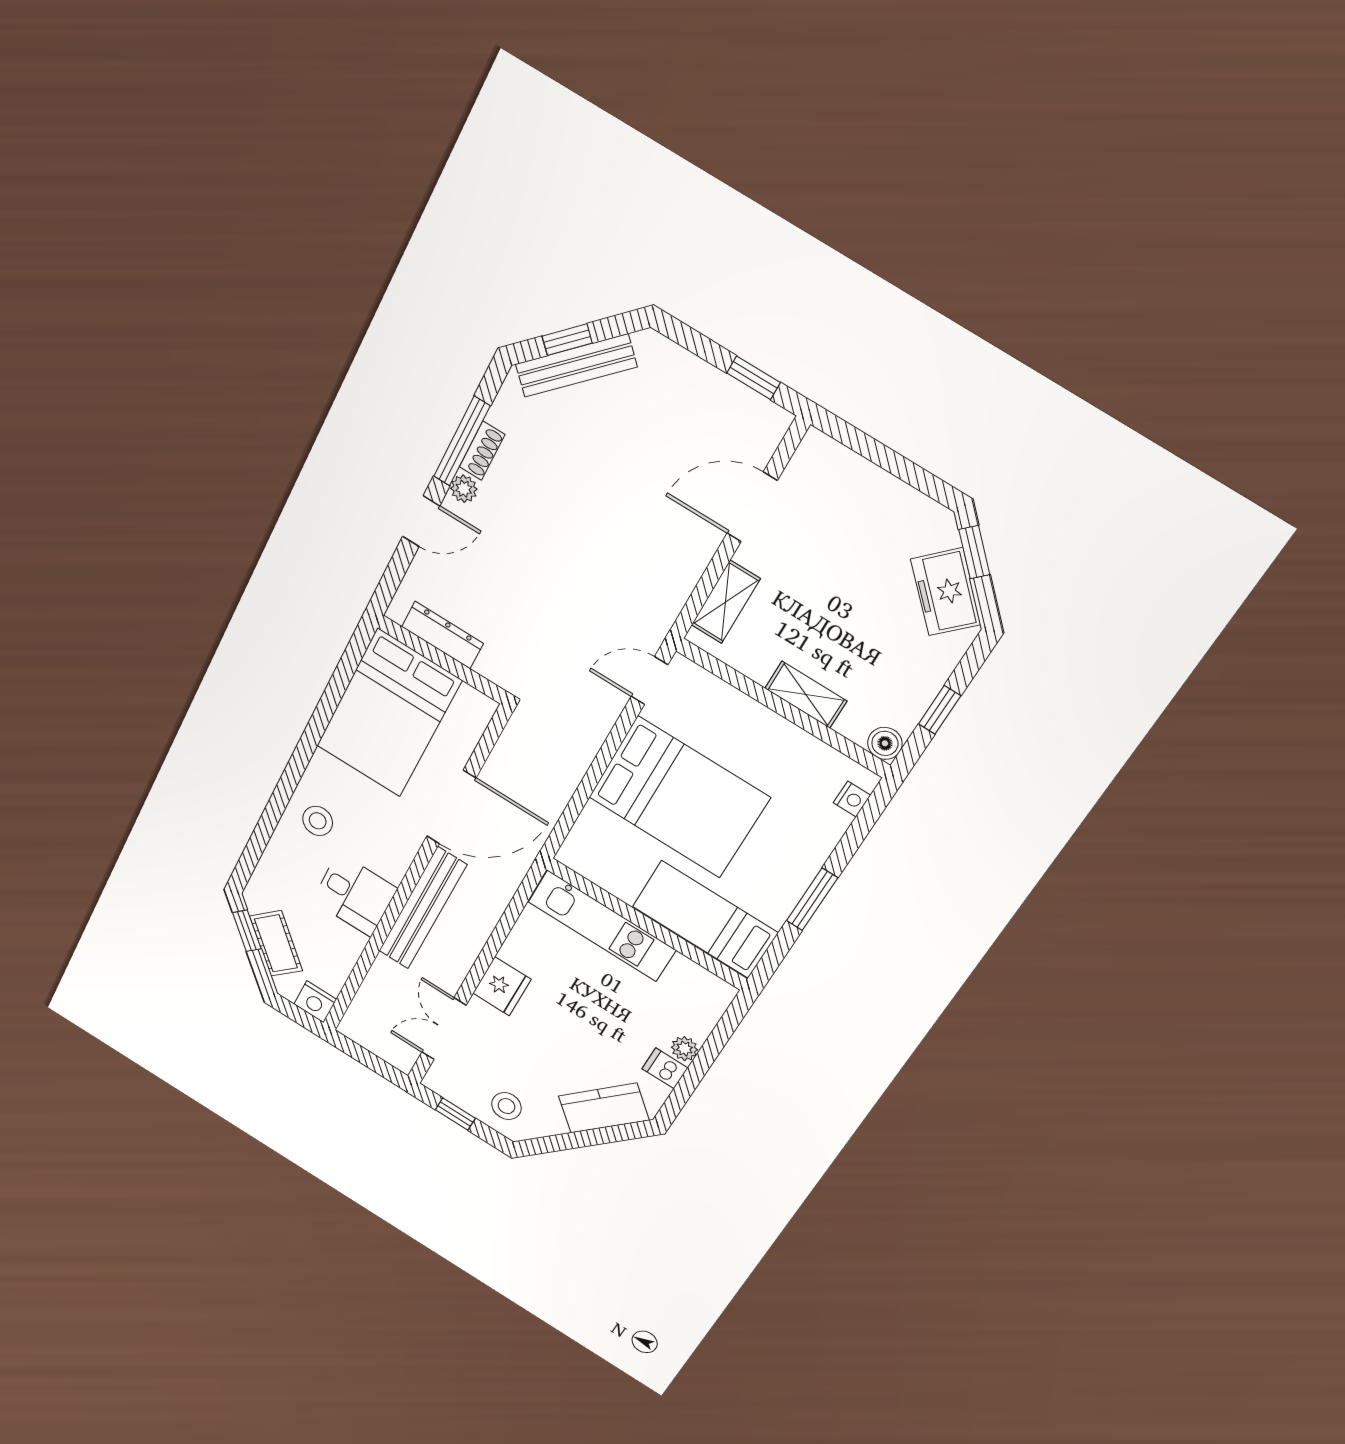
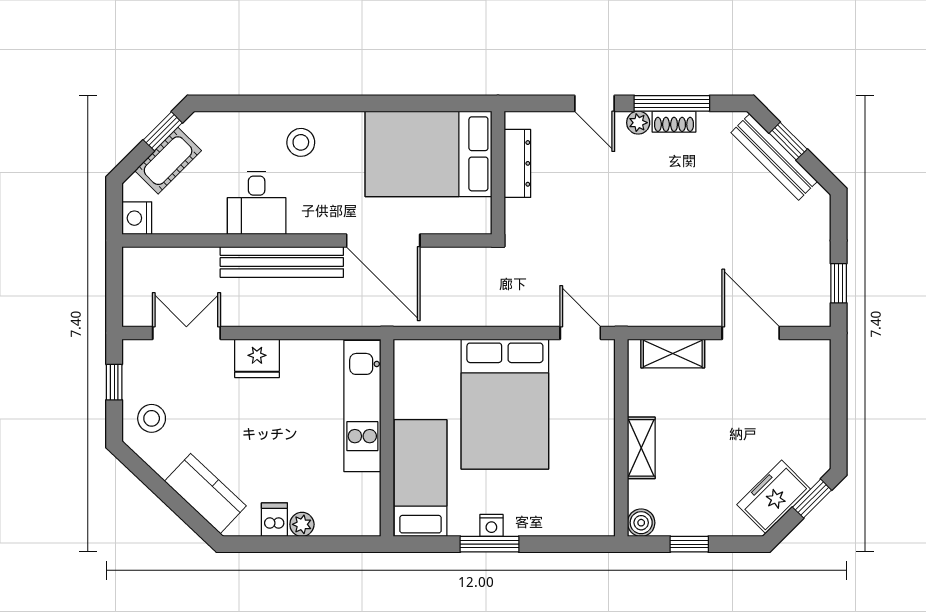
nightstand: (852, 799) -> (491, 525), moved

